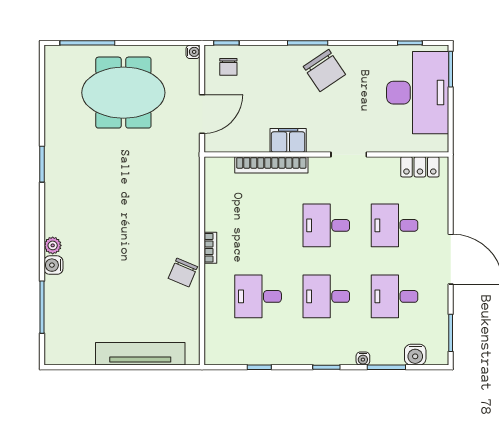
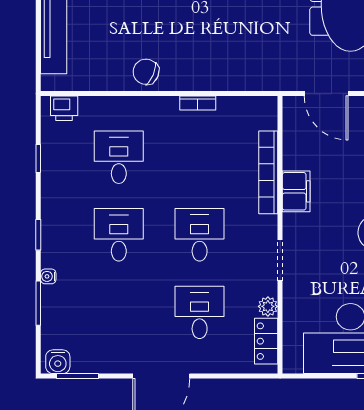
plant: (389, 165) -> (268, 306), added
bookcase: (210, 248) -> (198, 103), moved
desk: (395, 296) -> (119, 312), removed
printer: (215, 345) -> (64, 108), added
water cooler: (415, 355) -> (58, 362), moved, turned -90

